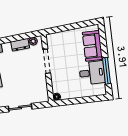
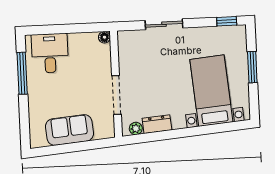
sofa: (92, 46) -> (69, 130), moved, turned -95
desk: (92, 73) -> (50, 53), moved, turned 90

